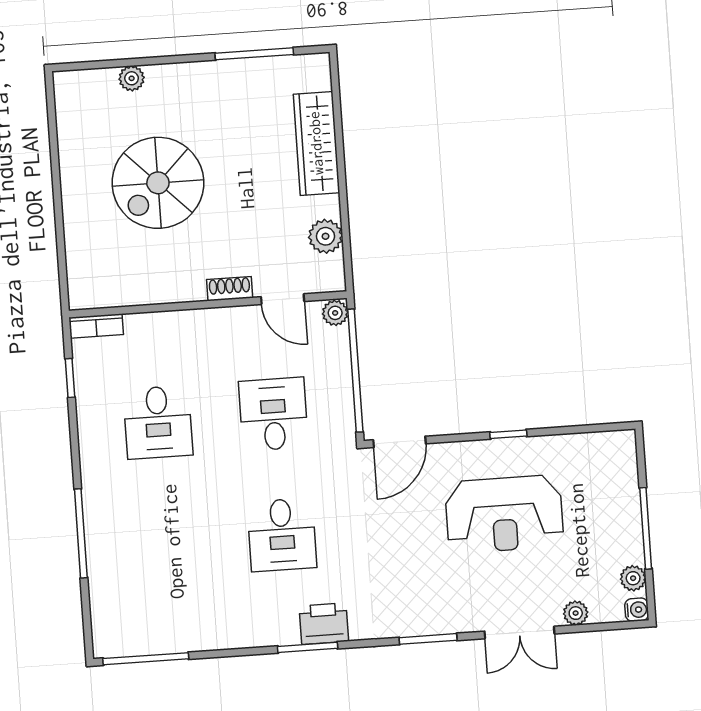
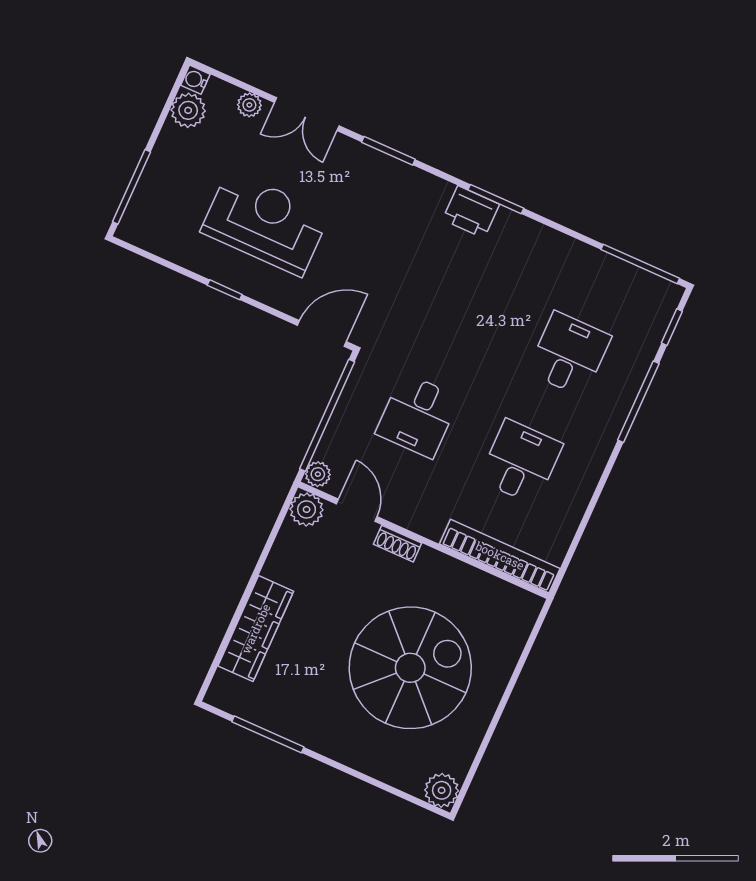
plant: (132, 78) -> (442, 790), moved, width x1.38, depth x1.38
spiral stairs: (158, 183) -> (410, 668), width x1.37, depth x1.37
plant: (325, 236) -> (307, 509), moved
bookcase: (96, 326) -> (500, 556), width x2.31, depth x1.31
window: (70, 378) -> (672, 327), moved
window: (646, 528) -> (131, 187), moved
desk: (282, 535) -> (569, 354), moved
plant: (633, 578) -> (188, 110), width x1.38, depth x1.38
double door: (519, 633) -> (307, 114), swing flipped

